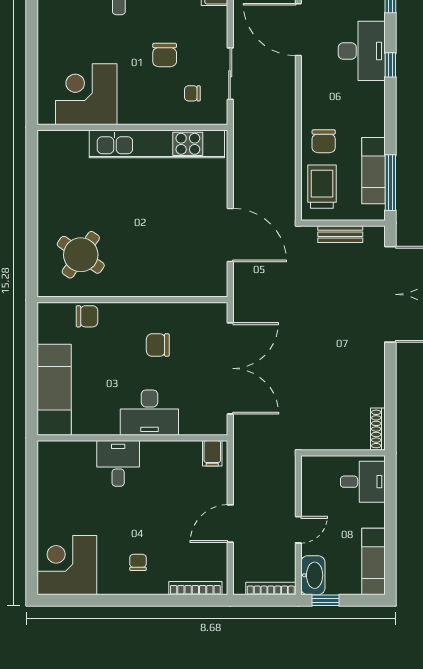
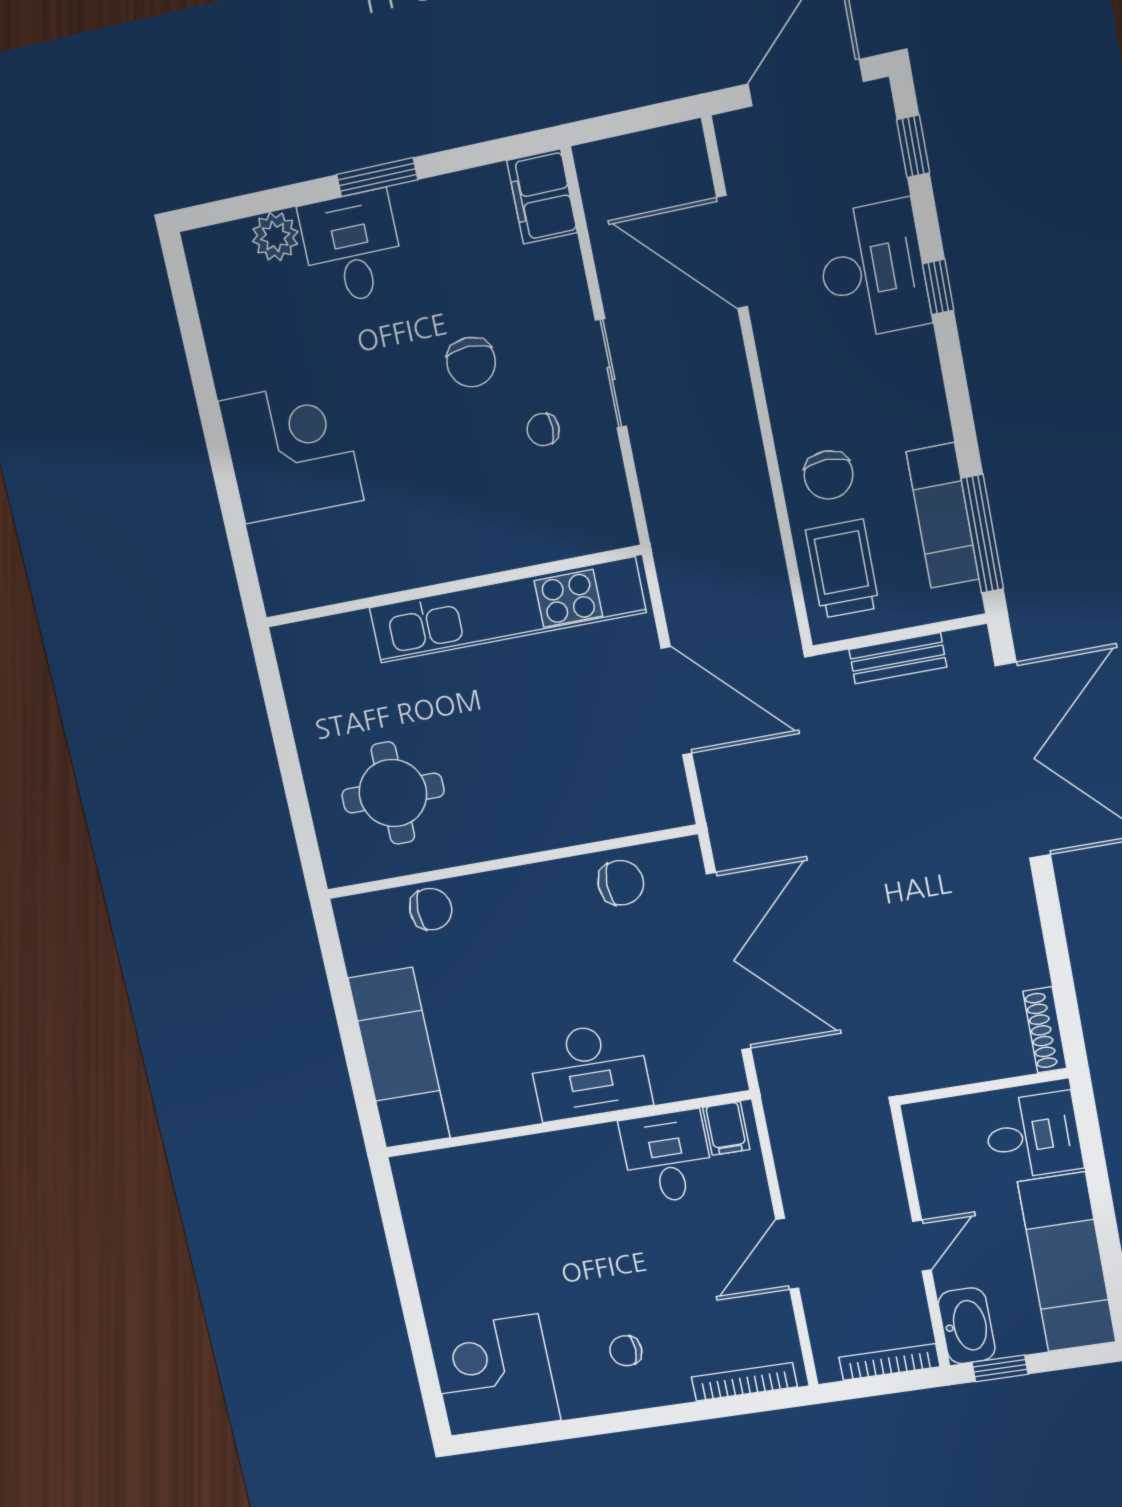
corner desk: (86, 94) -> (291, 451), moved, turned 90
wall: (132, 127) -> (452, 586), moved
kitchen unit: (157, 144) -> (507, 610), moved
round table: (81, 255) -> (393, 793), turned -35
chair: (158, 345) -> (621, 883), moved, turned 180
desk: (118, 463) -> (667, 1157), moved
chair: (138, 562) -> (626, 1351), turned -90
exam couch: (373, 562) -> (1067, 1262), width x1.36, depth x1.45

